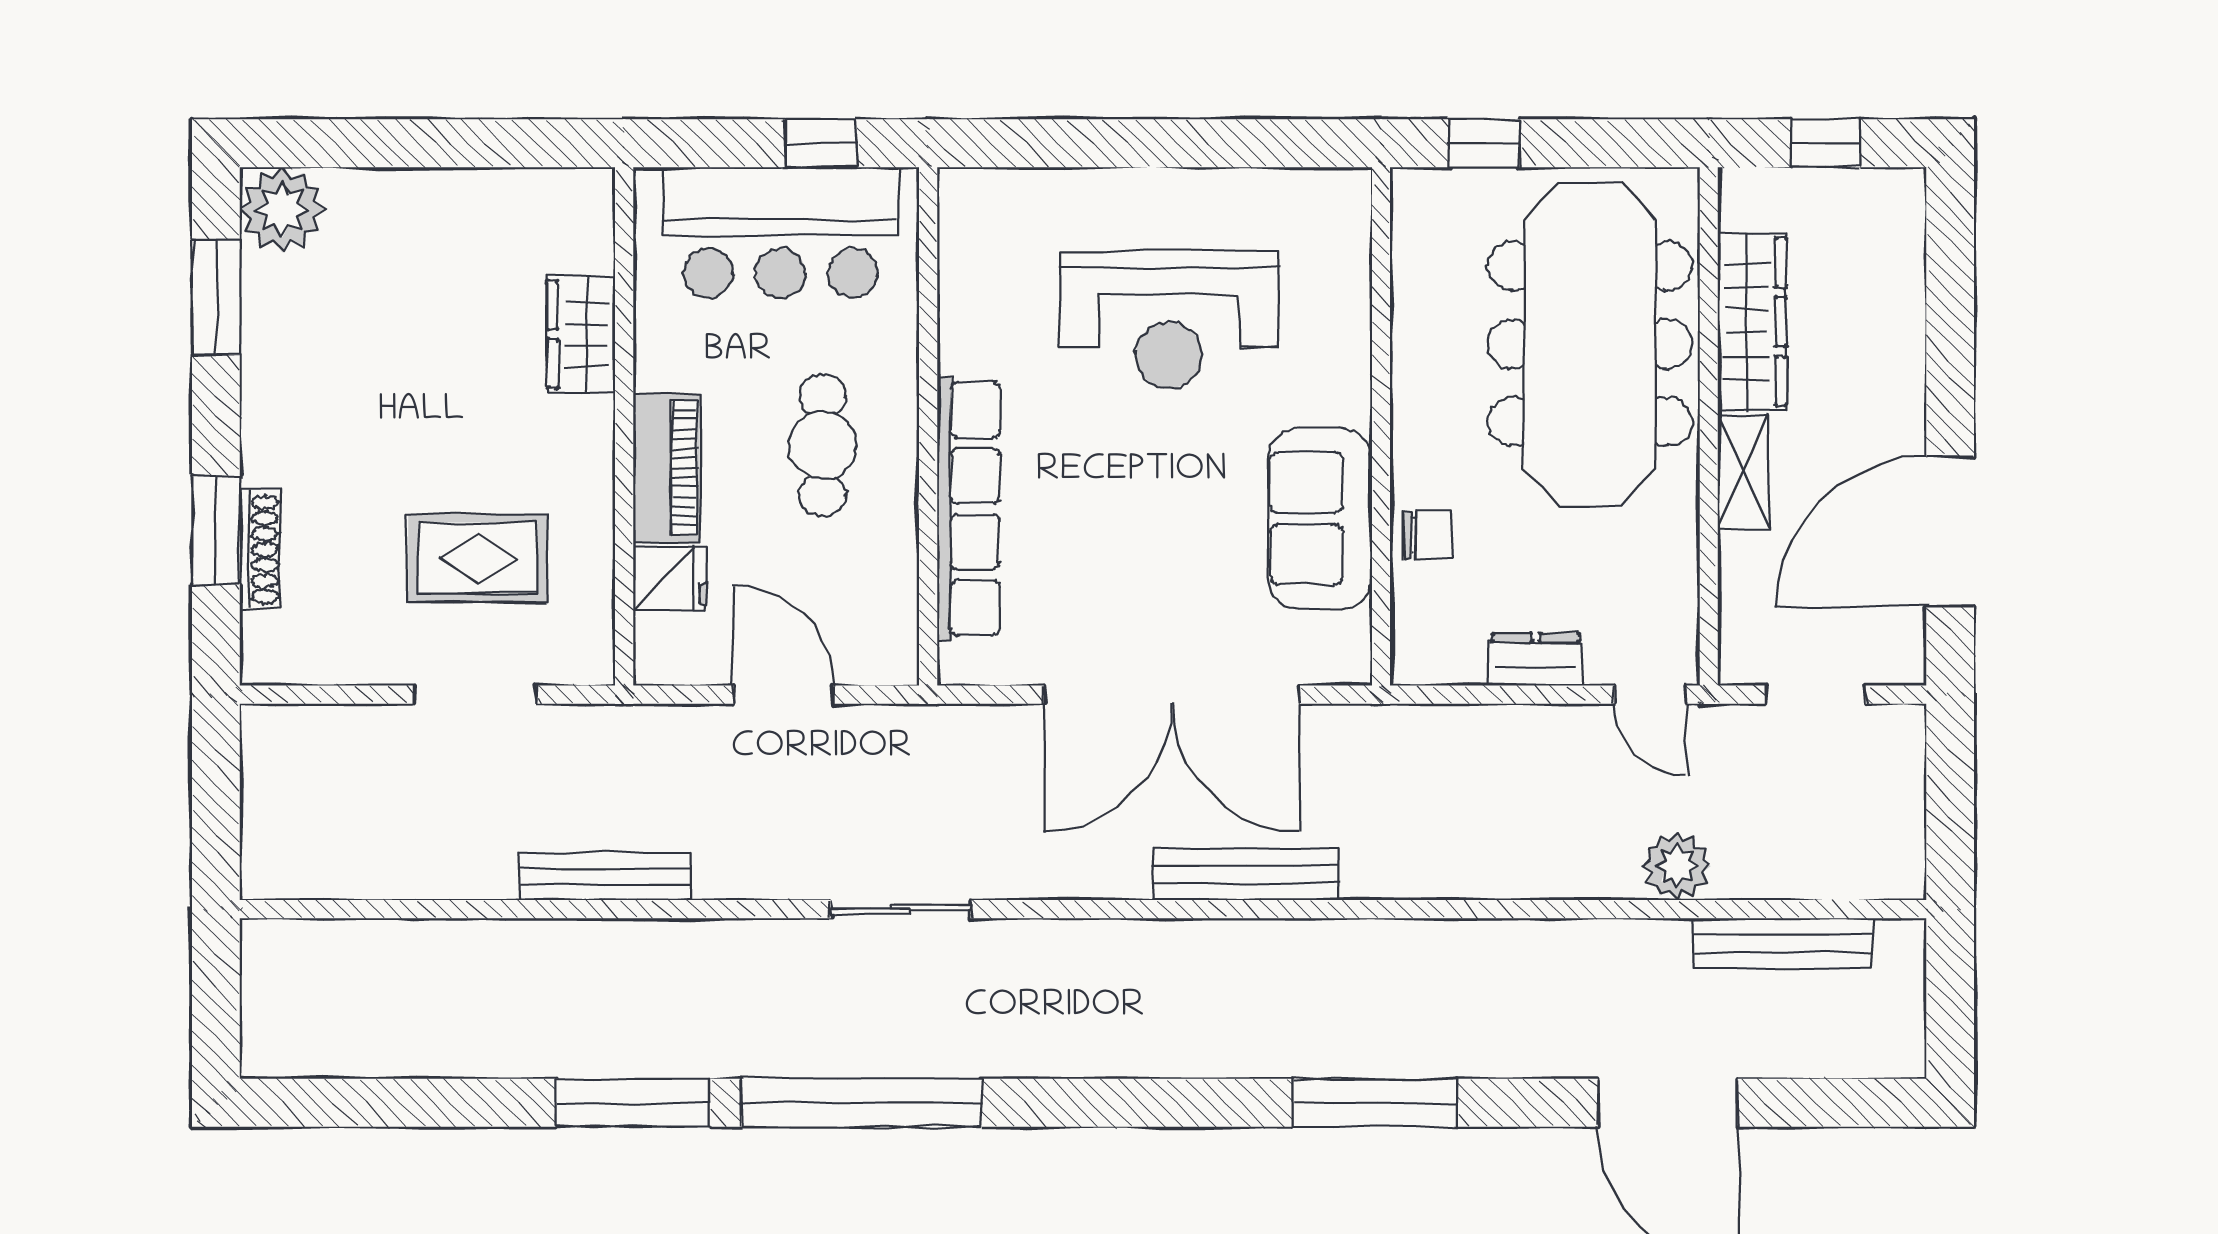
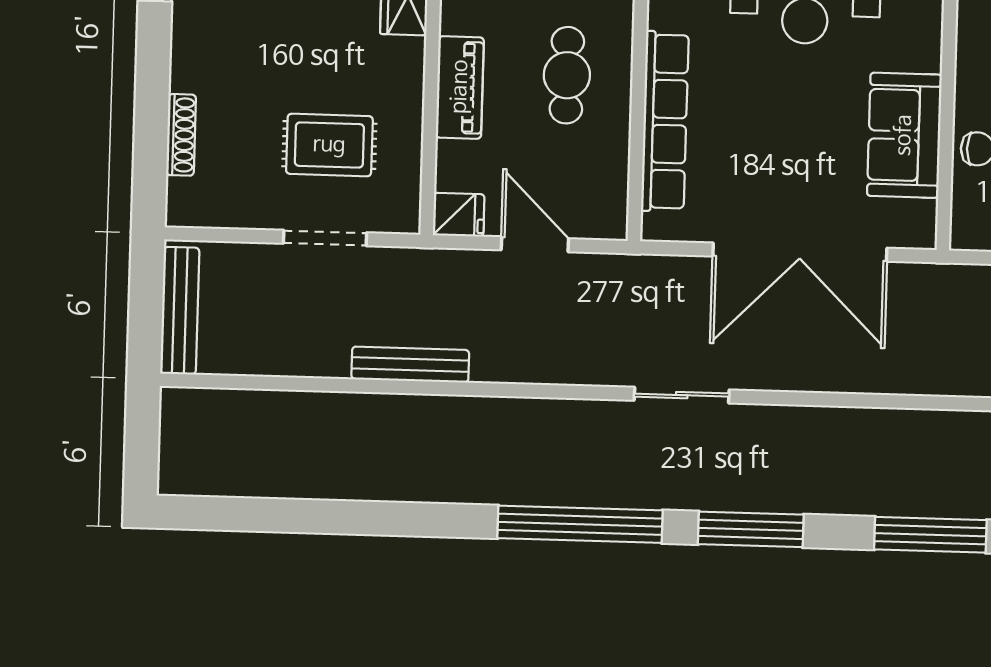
window: (216, 530) -> (151, 121), removed
fridge: (670, 578) -> (459, 215), moved
bench: (1246, 874) -> (180, 311), moved, turned 90
sliding door: (901, 909) -> (682, 395), moved
window: (633, 1103) -> (751, 529), moved

